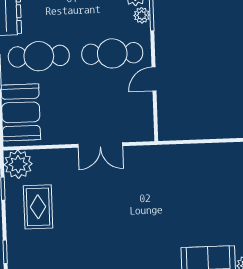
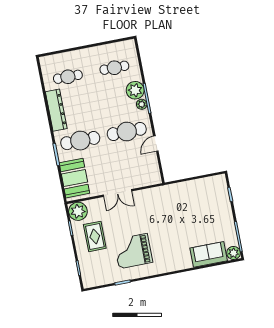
double door: (100, 145) -> (117, 193), moved
grand piano: (93, 239) -> (133, 251), added

